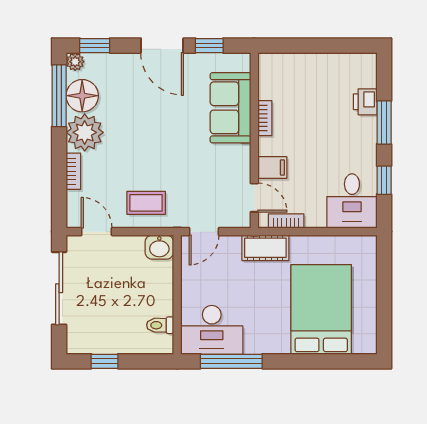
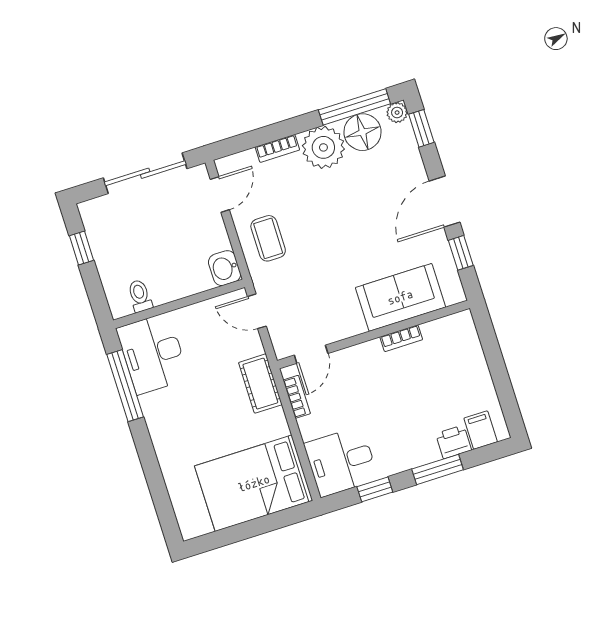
filing cabinet: (272, 168) -> (481, 430), moved, turned 180
bed: (321, 309) -> (254, 483), moved, turned 180

